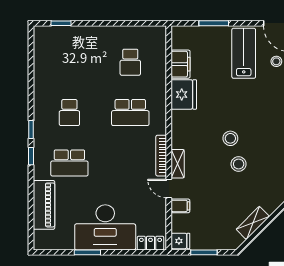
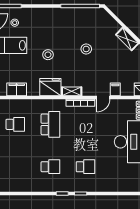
fridge: (184, 94) -> (50, 87), moved
stool: (230, 138) -> (48, 55), moved
school desk: (69, 163) -> (85, 167), width x0.54
shelving: (178, 164) -> (72, 91), moved
piano: (44, 205) -> (115, 184), removed

